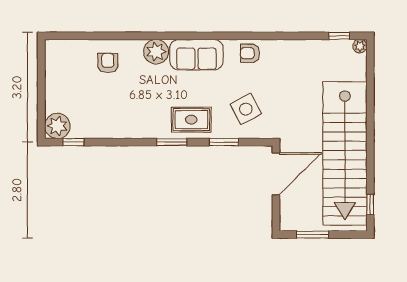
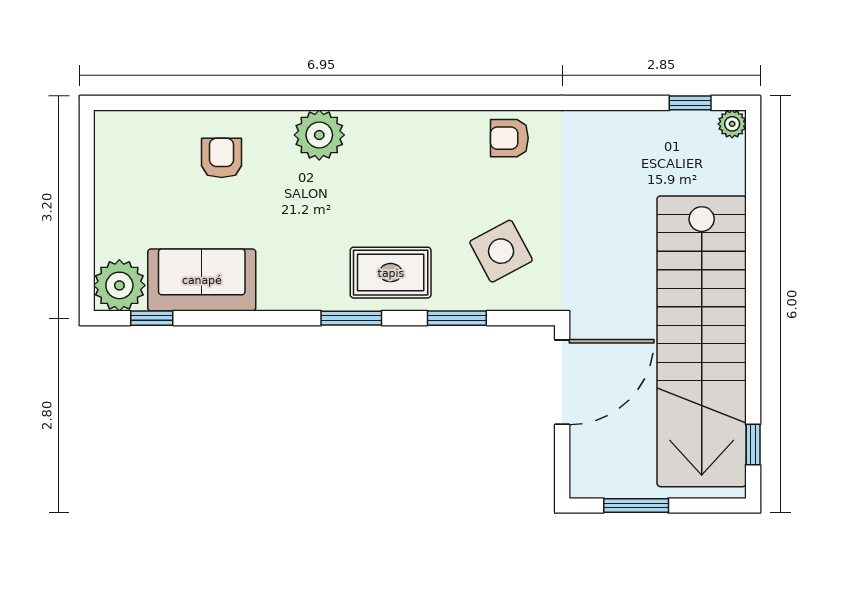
sofa: (196, 55) -> (202, 280), moved, turned 180

